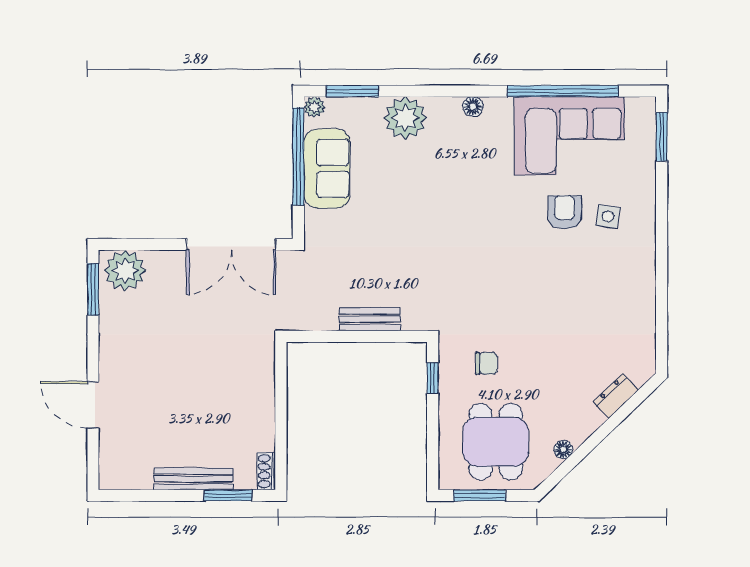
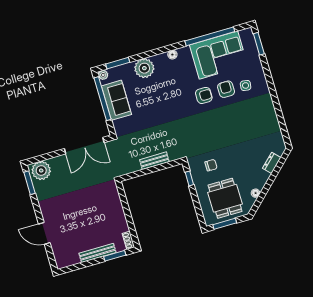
armchair: (514, 212) -> (204, 95), added

